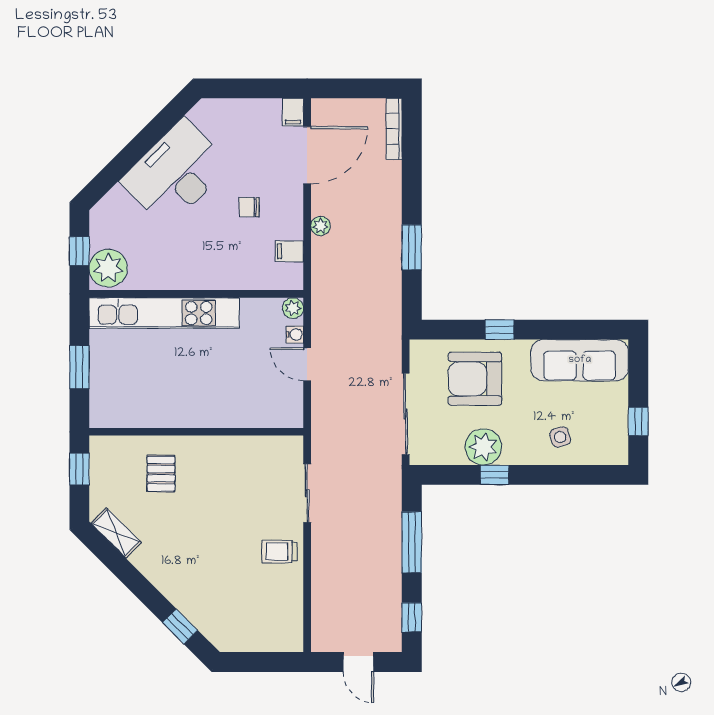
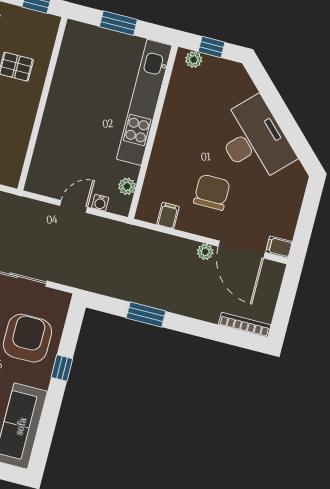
chair: (249, 207) -> (212, 192), width x1.87, depth x1.87
plant: (321, 226) -> (205, 252), moved
plant: (108, 268) -> (194, 60), width x0.53, depth x0.53
plant: (293, 308) -> (127, 186), moved

